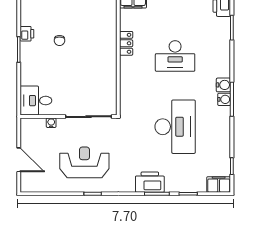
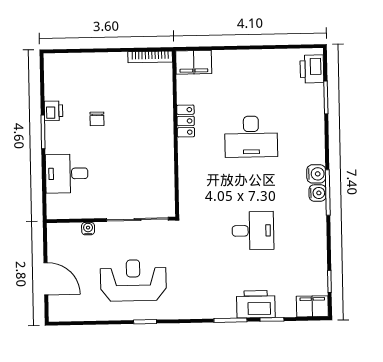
desk: (36, 101) -> (67, 174), moved
desk: (175, 127) -> (253, 231), width x0.53, depth x0.77
printer: (150, 182) -> (256, 304), moved

